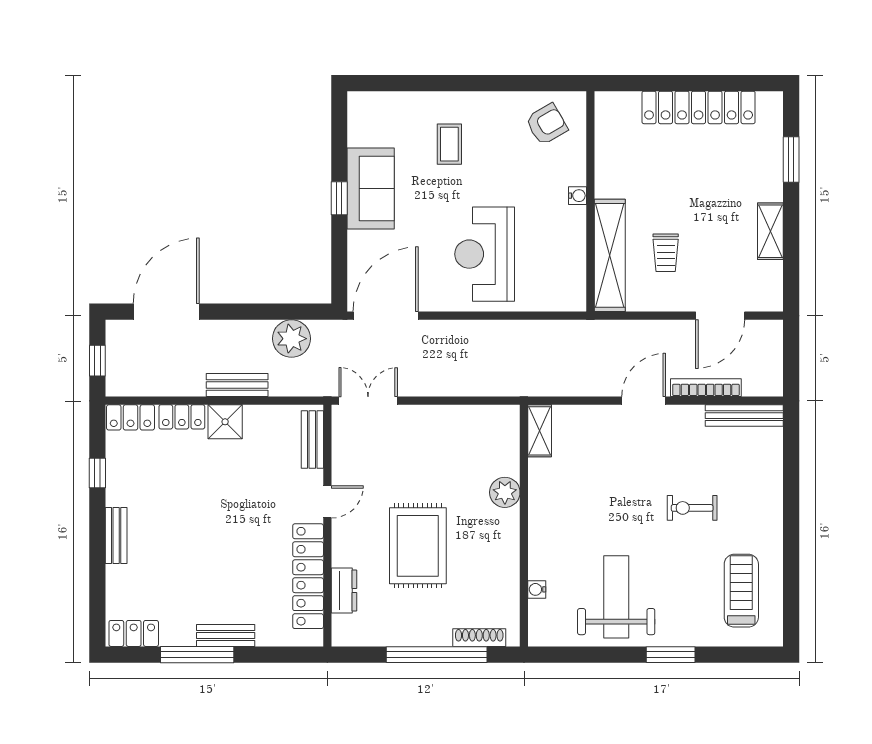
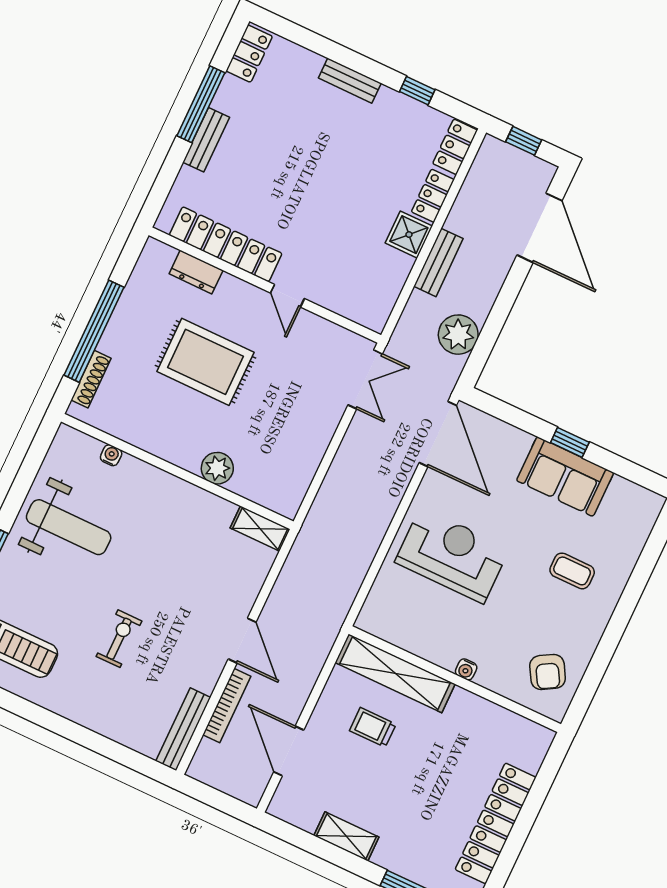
bench: (312, 439) -> (353, 309), removed

